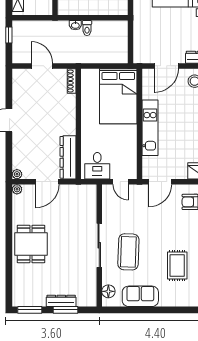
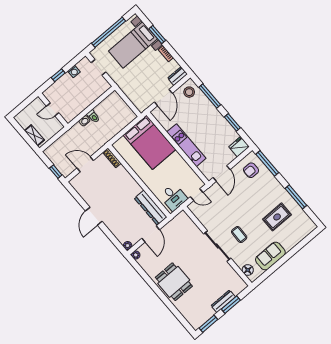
window: (9, 35) -> (56, 172), moved
coffee table: (128, 252) -> (239, 235), width x0.54, depth x0.58
rug: (177, 265) -> (277, 217), turned 90

